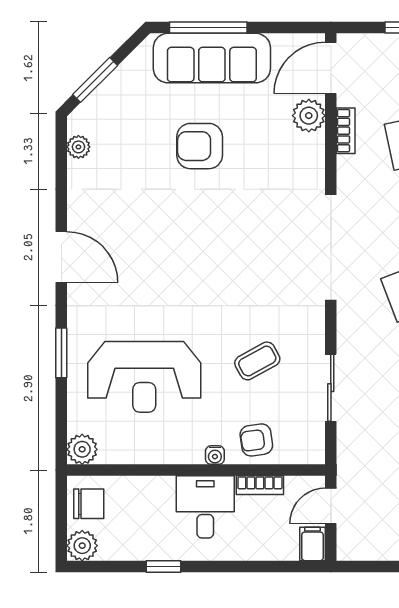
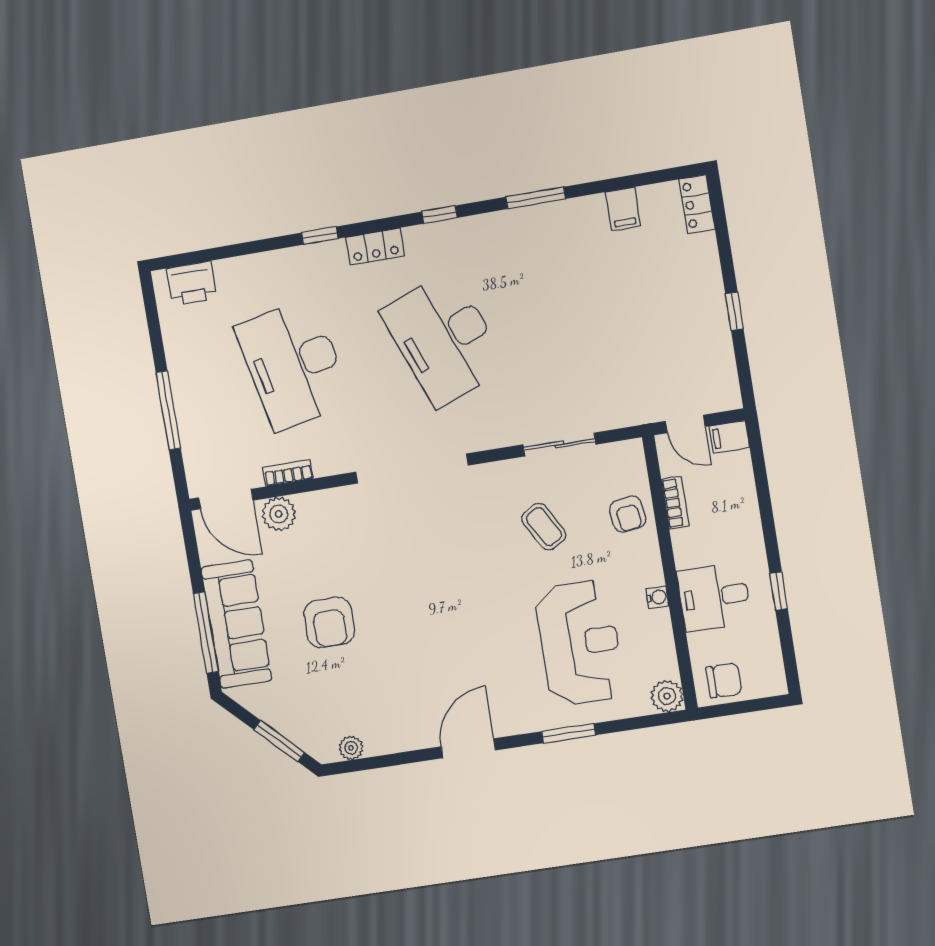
water cooler: (215, 455) -> (657, 597), moved
chair: (89, 504) -> (724, 680), turned 90
desk: (205, 507) -> (714, 597), moved
plant: (82, 546) -> (770, 680), removed

